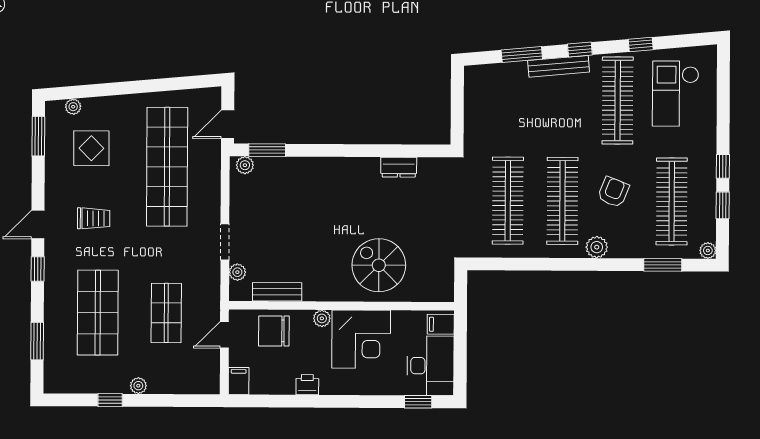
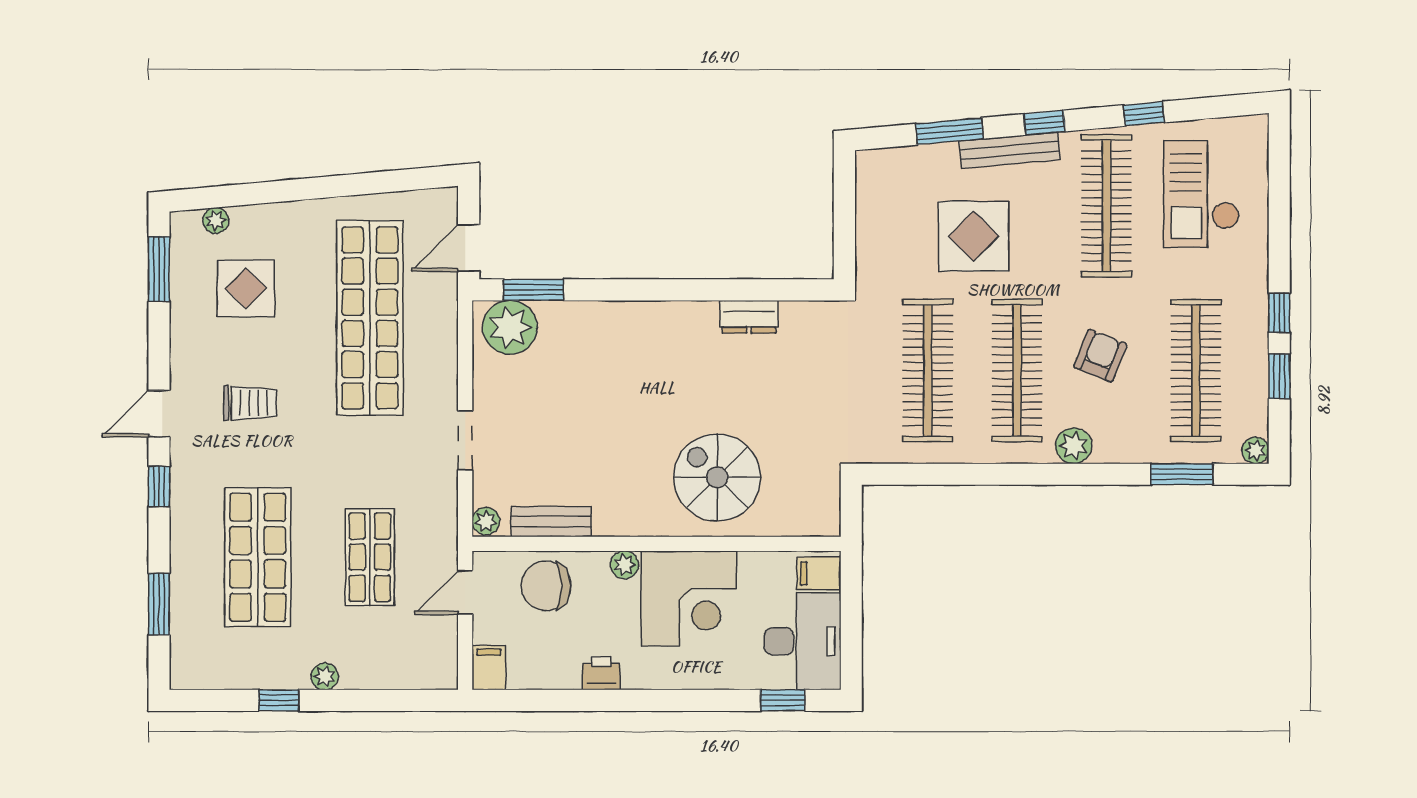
display table: (536, 119) -> (974, 236), added
plant: (245, 165) -> (510, 327), width x1.88, depth x1.88
plant: (237, 272) -> (486, 521), moved

